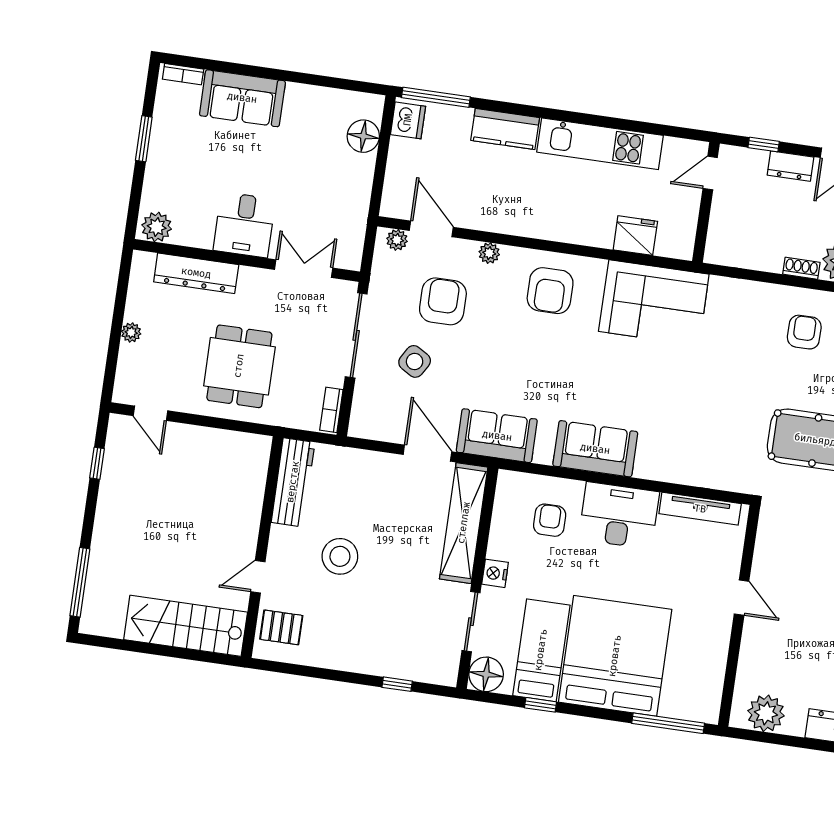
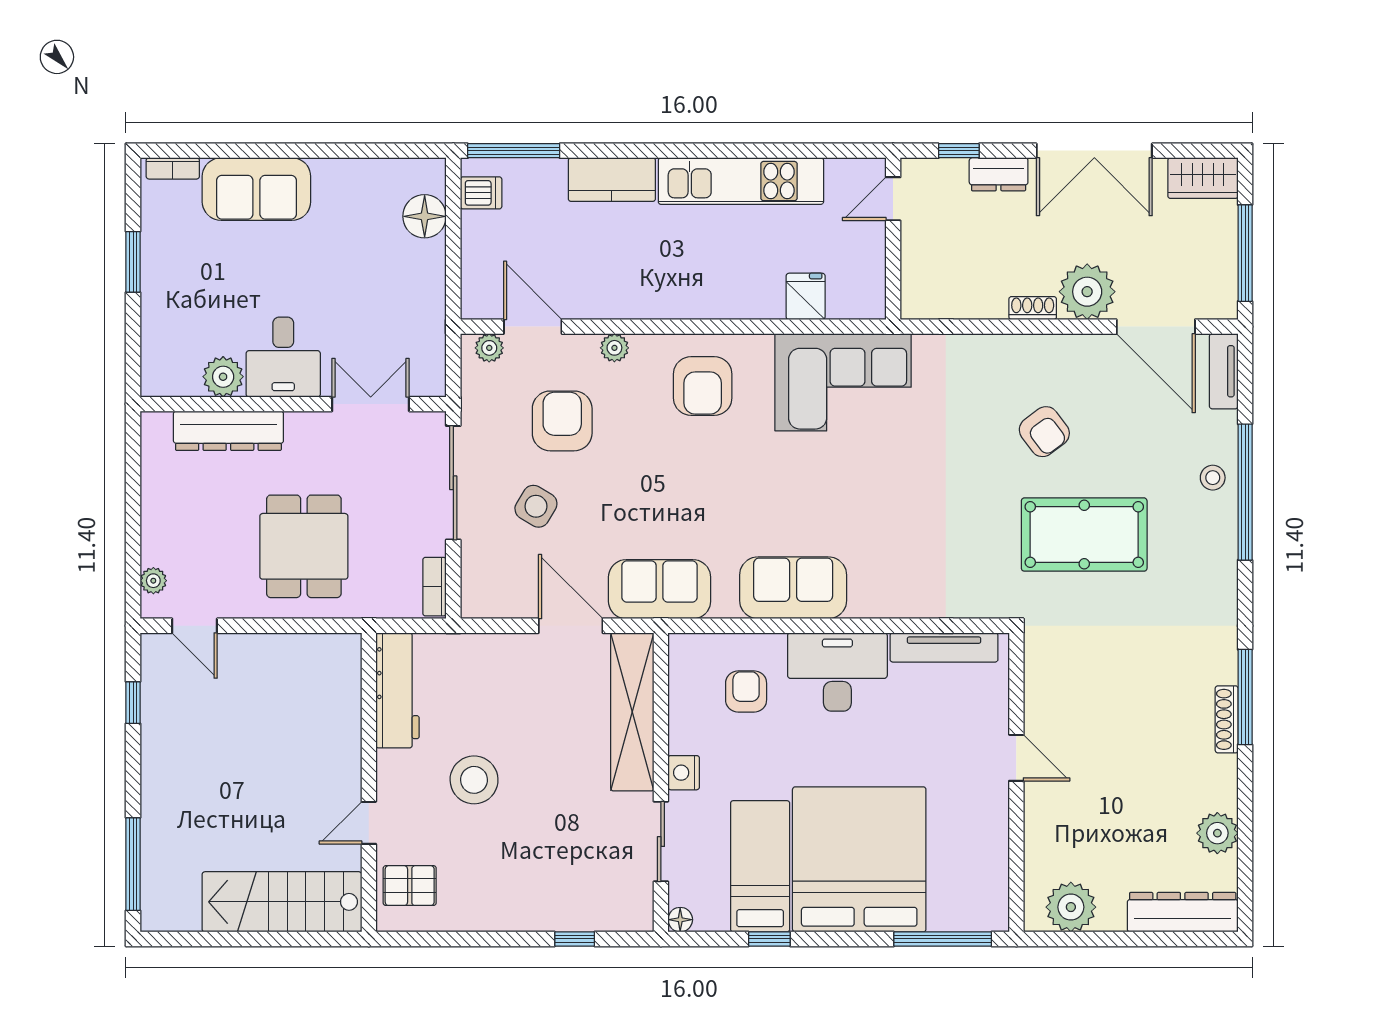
dishwasher: (408, 120) -> (481, 193), width x0.73
plant: (157, 227) -> (223, 377), moved
fridge: (635, 236) -> (806, 296), width x0.72
plant: (131, 332) -> (153, 581), moved
armchair: (804, 332) -> (1044, 432), moved, turned 143
floor lamp: (486, 674) -> (680, 920), width x0.53, depth x0.53

